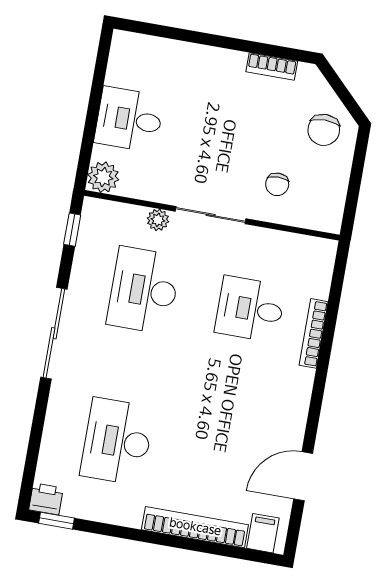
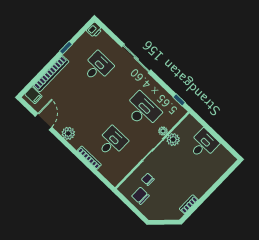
chair: (324, 130) -> (140, 196), moved
plant: (103, 177) -> (173, 140), moved
sliding door: (54, 333) -> (136, 58), moved
plant: (293, 410) -> (68, 133), added
desk: (117, 441) -> (98, 67), width x0.73
window: (56, 521) -> (66, 48), moved

